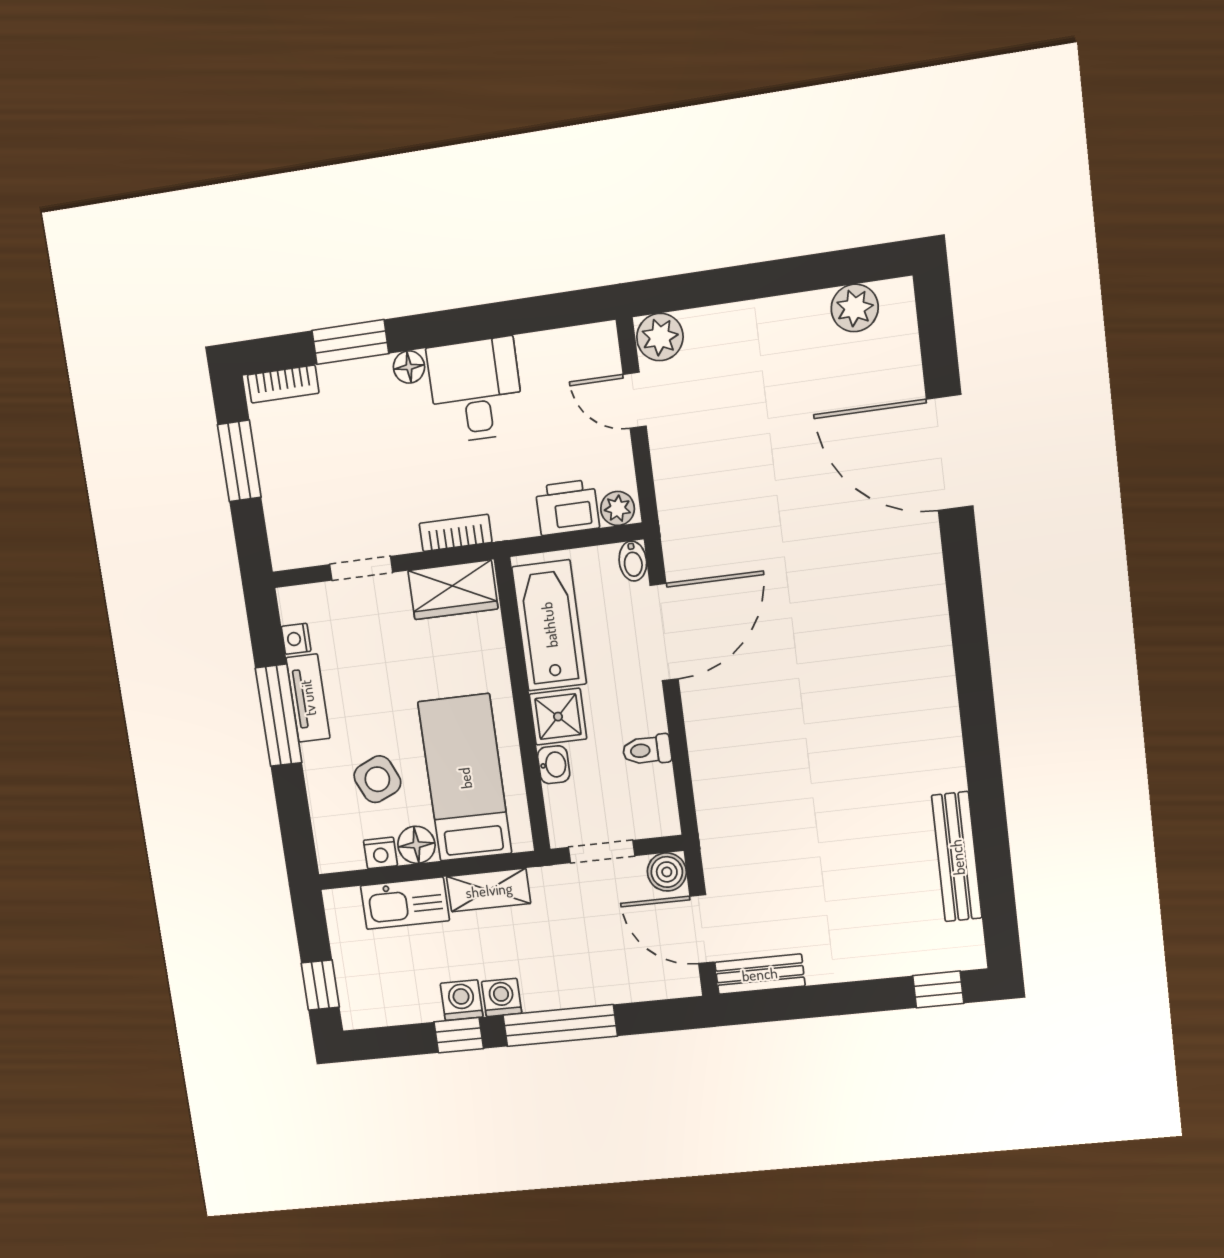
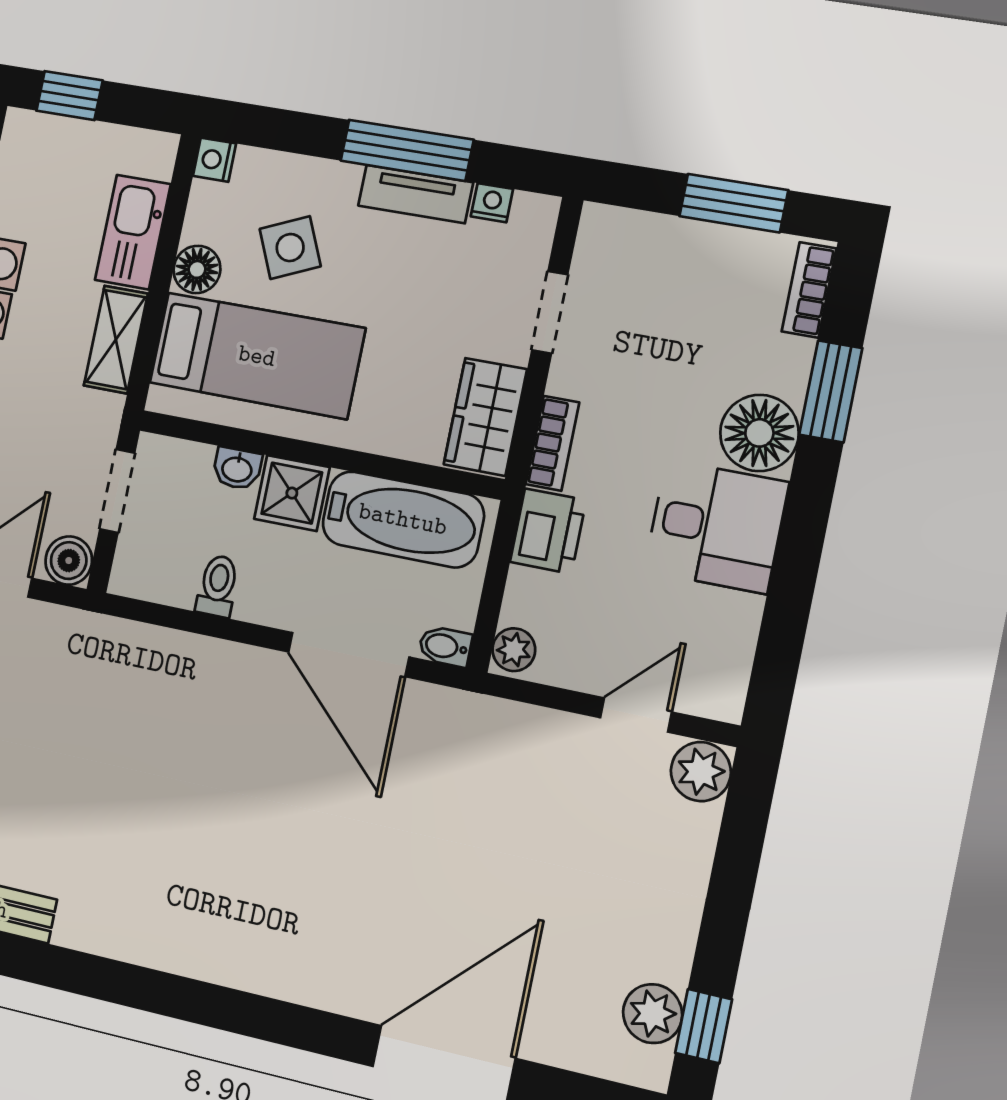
window: (850, 267) -> (704, 1026), added
floor lamp: (409, 367) -> (759, 433), width x1.89, depth x1.89
printer: (567, 507) -> (548, 531), moved
nightstand: (380, 853) -> (214, 160), moved

